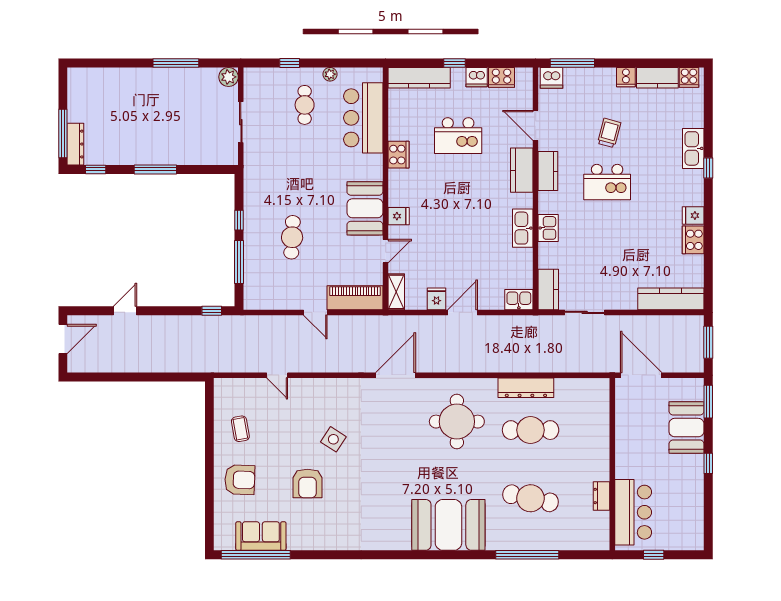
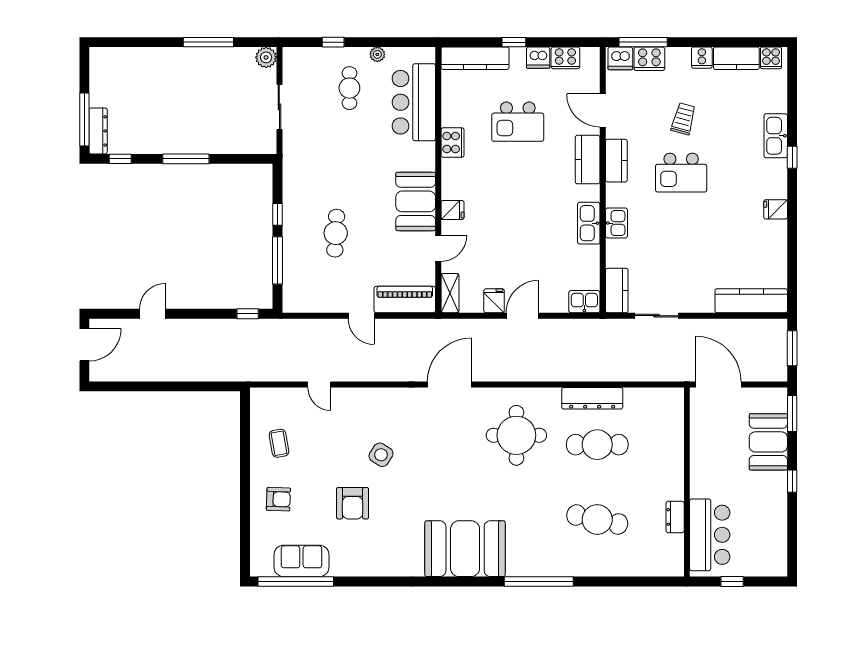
cooker: (693, 240) -> (649, 59), moved, turned -90
armchair: (240, 480) -> (278, 499), width x0.72, depth x0.72
booth: (448, 525) -> (465, 549), moved
window: (527, 555) -> (539, 582), moved

